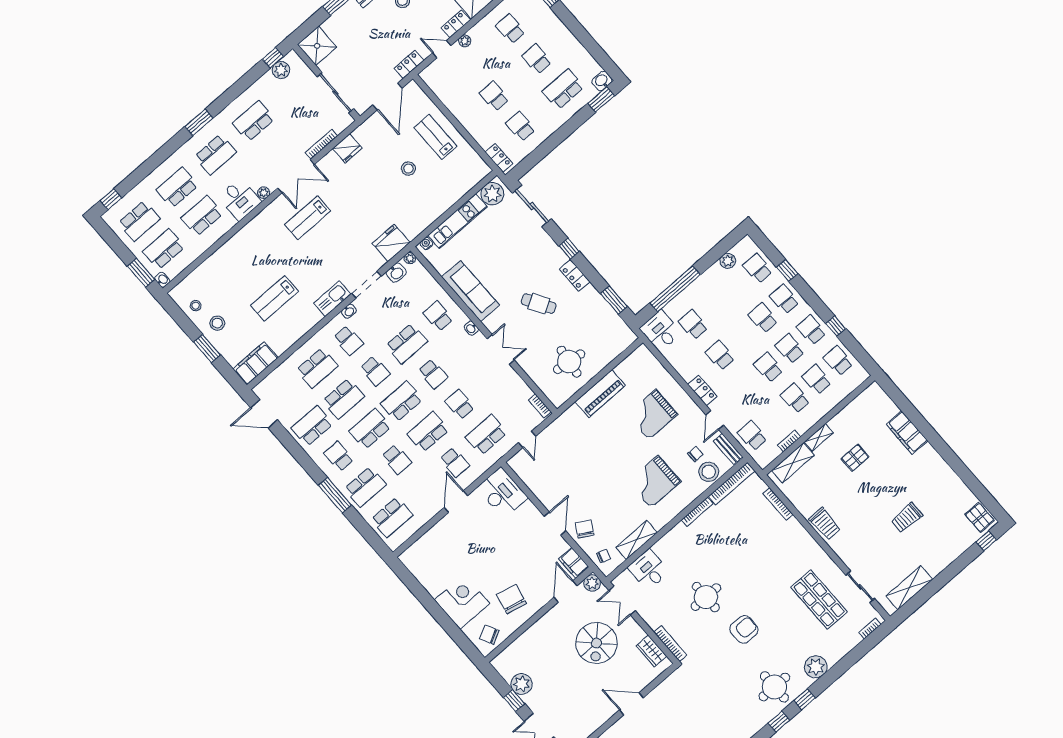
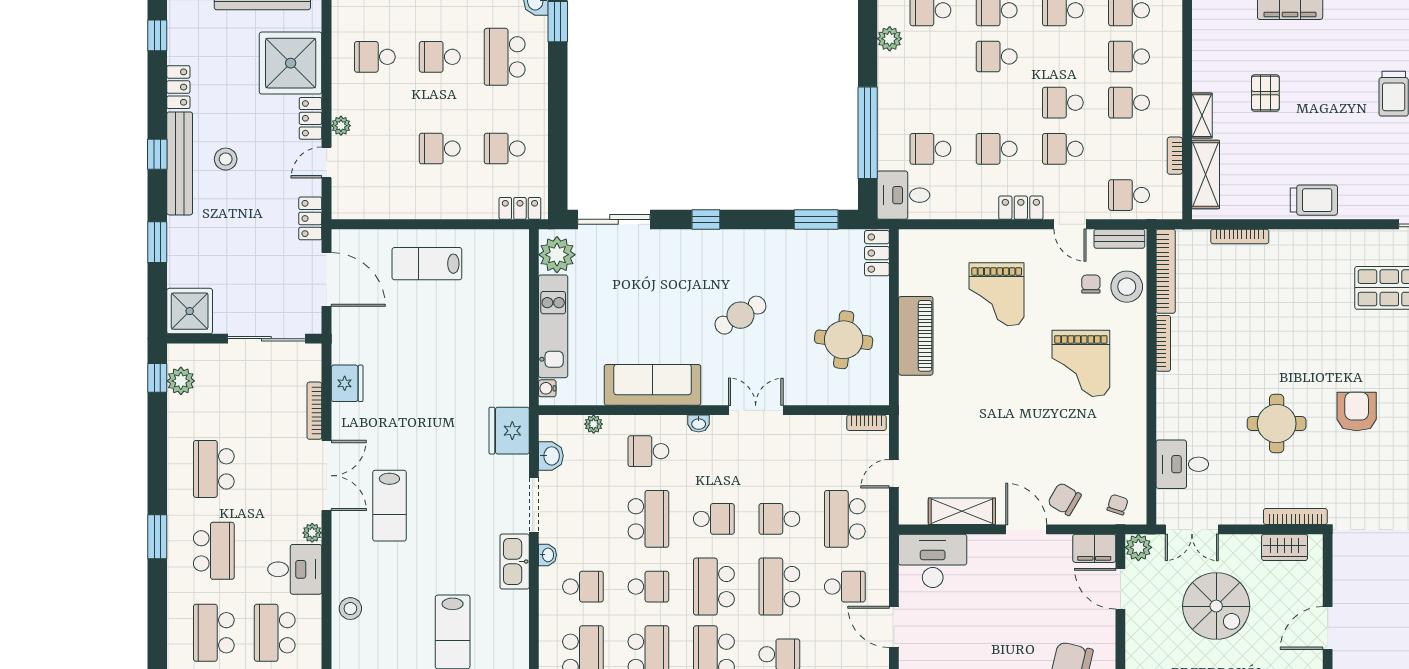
stool: (408, 169) -> (350, 609), moved
plant: (410, 258) -> (594, 424), moved
locker: (575, 275) -> (877, 253), moved, turned 90
school desk: (790, 349) -> (1063, 149), moved
door: (527, 439) -> (894, 474), swing flipped
shelving: (637, 540) -> (962, 511), moved, turned 90

